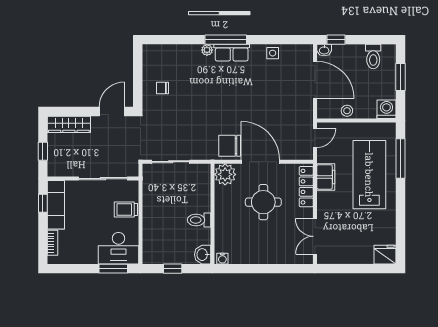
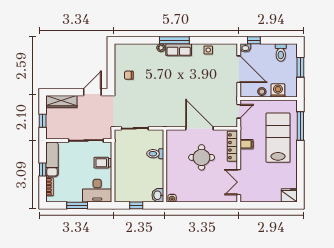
washing machine: (386, 109) -> (278, 90), moved
chair: (230, 146) -> (177, 117), removed
plant: (225, 174) -> (174, 137), removed
filing cabinet: (326, 177) -> (247, 144), width x0.50
window: (43, 203) -> (43, 169), moved
toilet: (199, 220) -> (155, 154), moved
window: (113, 269) -> (77, 205), moved

